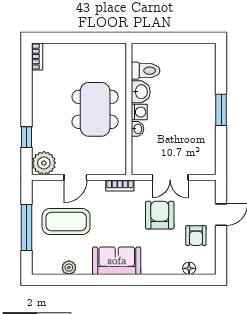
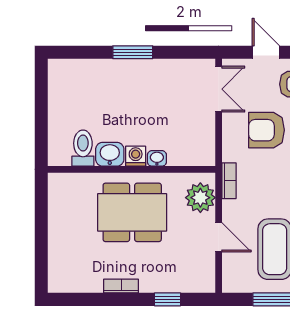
bookcase: (37, 57) -> (121, 286), moved
plant: (44, 163) -> (200, 198), moved
double door: (170, 177) -> (219, 89), moved

